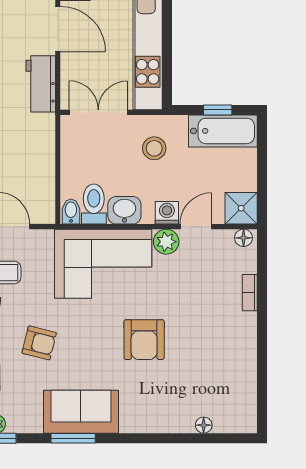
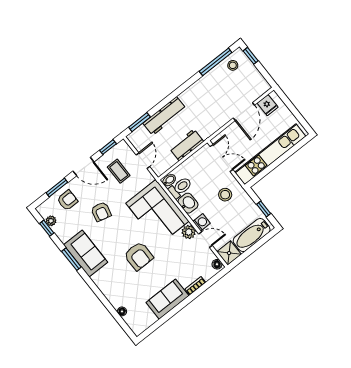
workbench: (41, 84) -> (187, 145), moved
bathtub: (223, 131) -> (252, 235), moved, turned 90
armchair: (144, 340) -> (139, 256), turned -90
sofa: (237, 347) -> (167, 299), added

